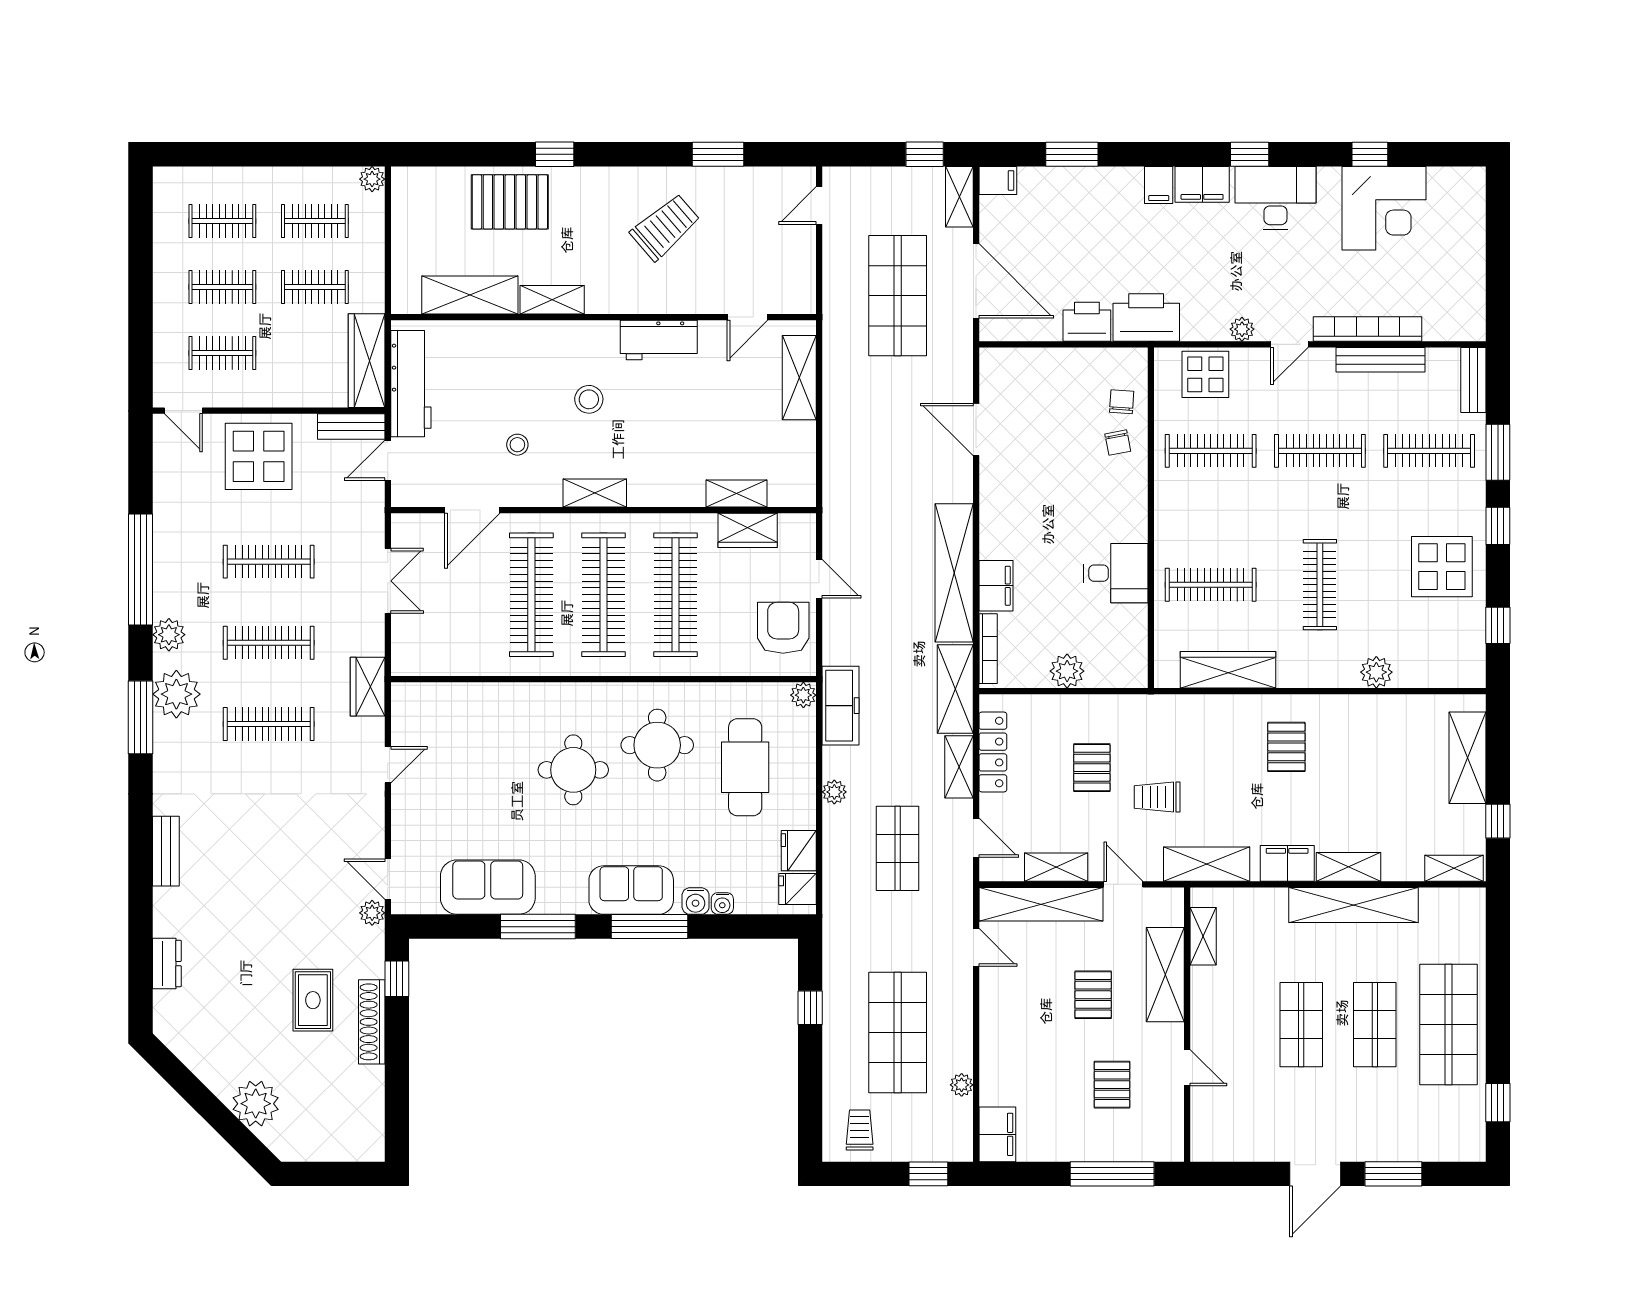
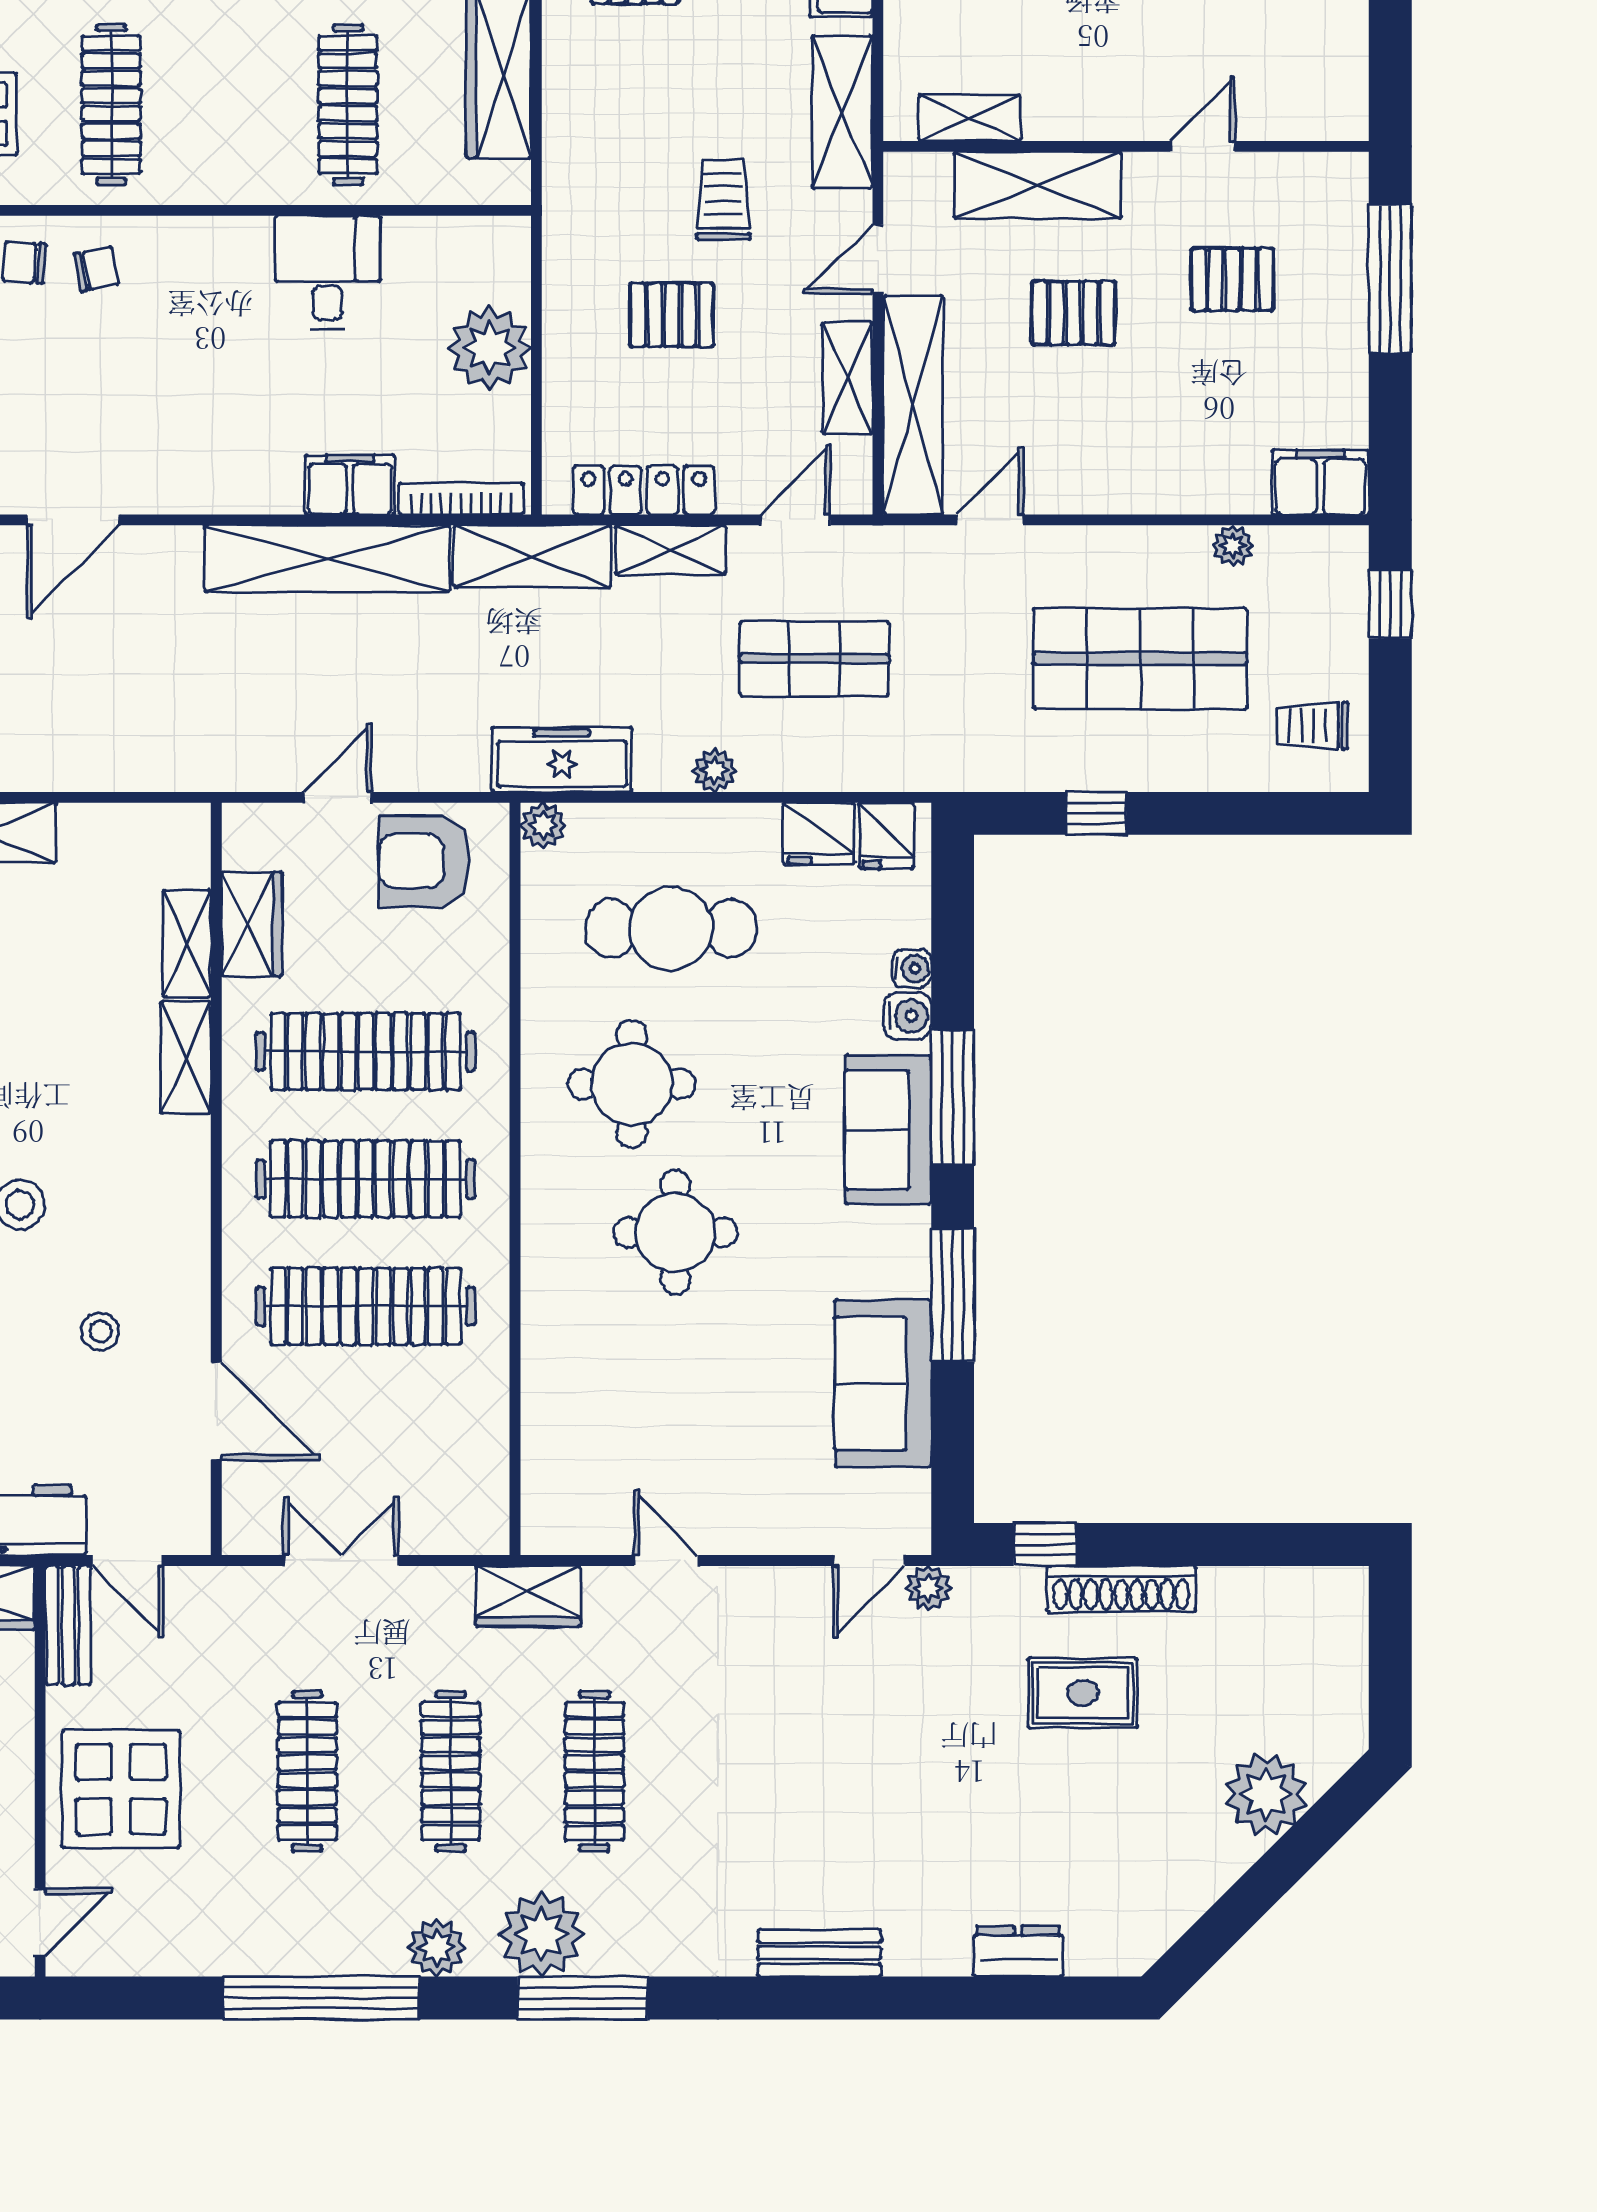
shelving: (595, 493) -> (186, 1057), moved
plant: (1067, 671) -> (490, 348), width x1.36, depth x1.36
trolley: (1157, 797) -> (723, 200), turned 180

